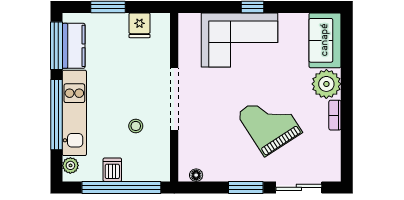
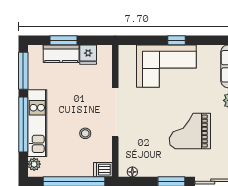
kitchen counter: (74, 46) -> (61, 54), moved, turned 90
grand piano: (269, 123) -> (190, 131), turned -57
dishwasher: (112, 170) -> (103, 170), moved, turned -90

